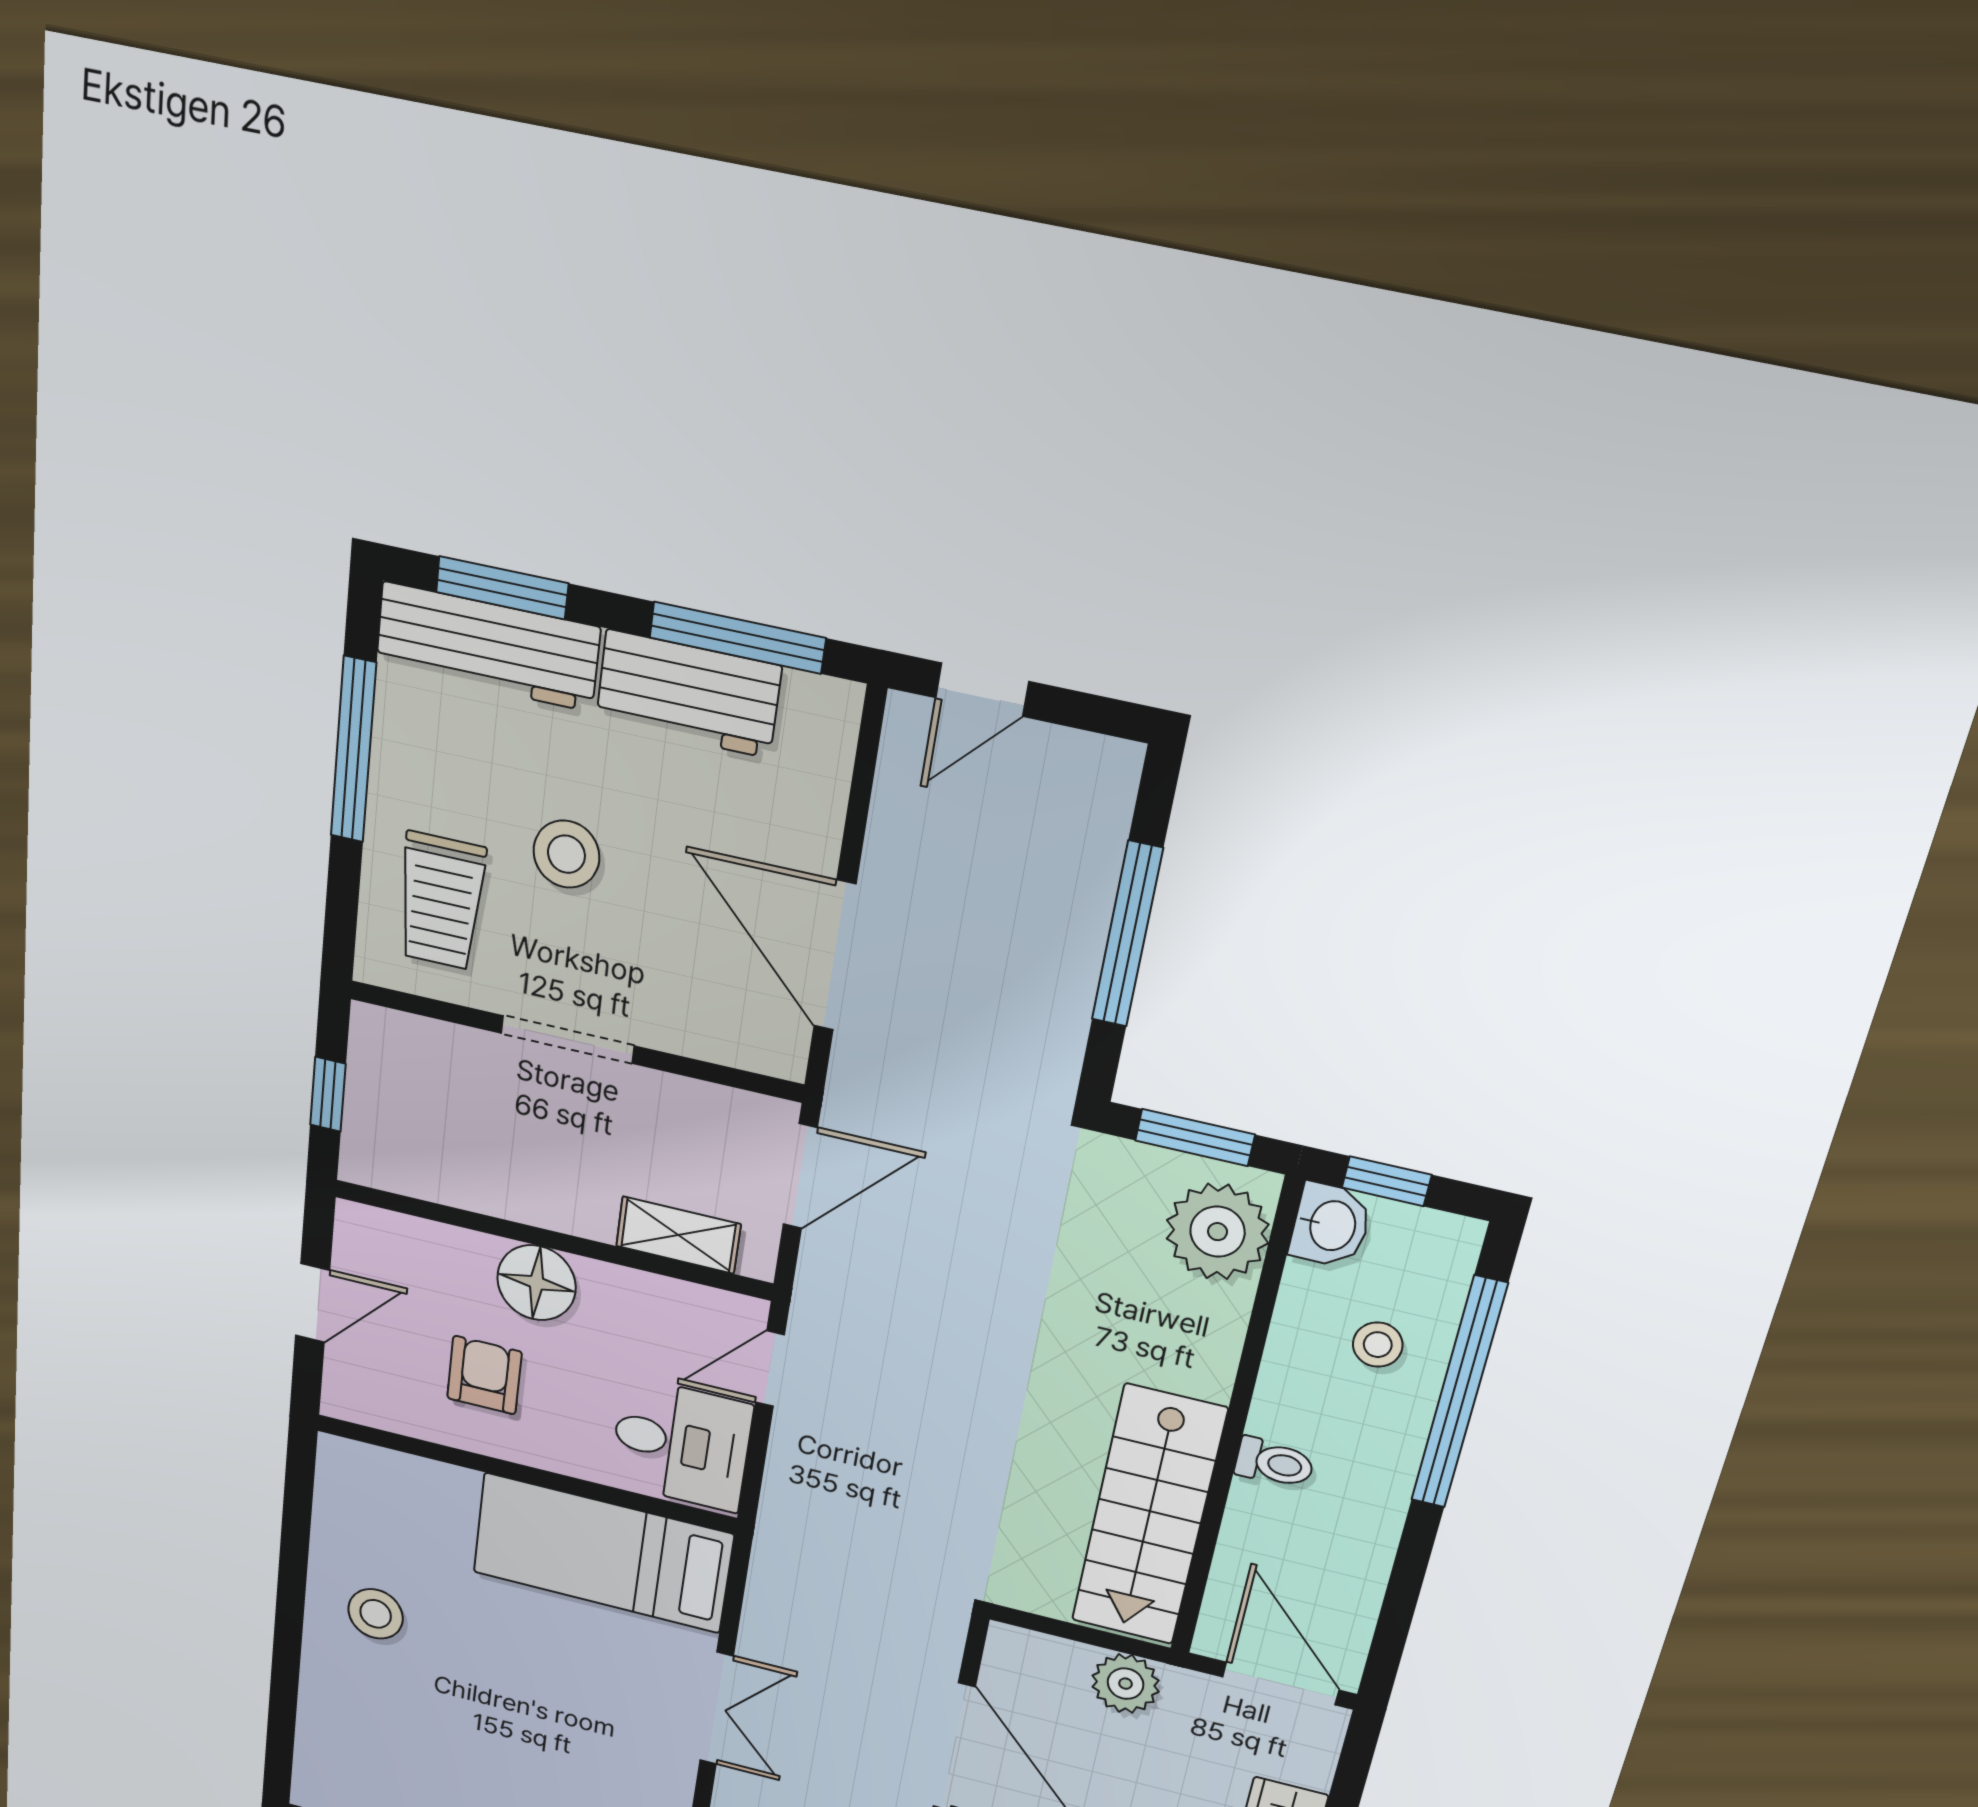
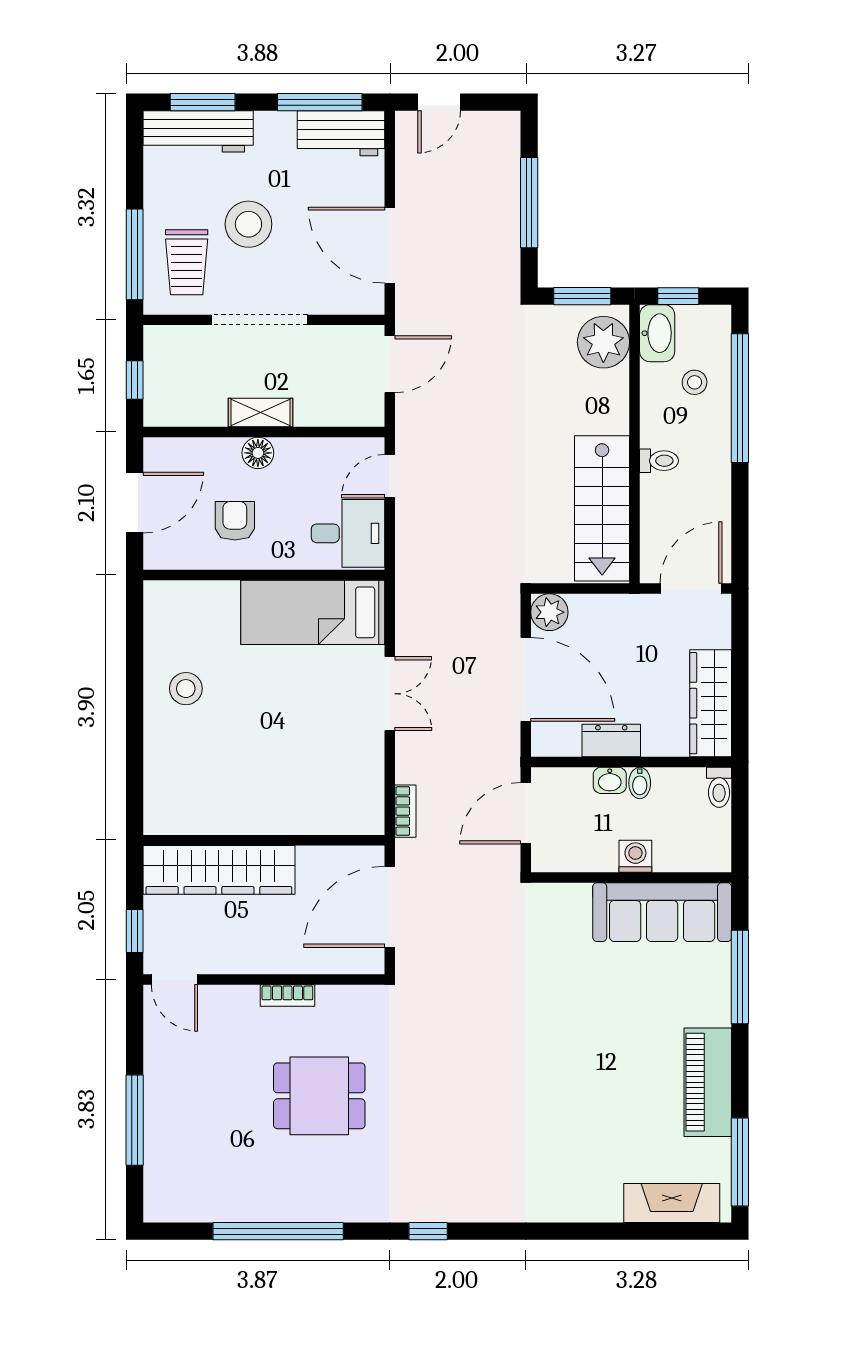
workbench: (688, 694) -> (341, 133), moved
window: (353, 750) -> (135, 254), moved
stool: (566, 854) -> (248, 224), width x1.38, depth x1.38
doorway: (567, 1039) -> (260, 320), width x1.36
washbasin: (1331, 1225) -> (657, 333), width x1.38
shelving: (678, 1235) -> (261, 413), moved
floor lamp: (536, 1283) -> (258, 453), width x0.73, depth x0.73
door: (313, 1303) -> (135, 503), width x1.37
plant: (1126, 1684) -> (549, 612), moved
door: (1281, 1684) -> (691, 589), hinge flipped

